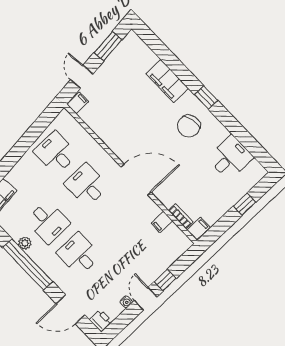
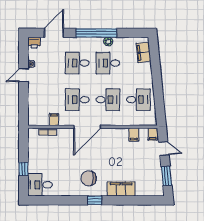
chair: (189, 126) -> (89, 178), turned -78
desk: (230, 158) -> (40, 185), moved, turned 90
desk: (117, 217) -> (77, 100), added
filing cabinet: (199, 229) -> (134, 135), moved
desk: (79, 254) -> (77, 63), turned 180
window: (165, 280) -> (24, 94), removed
door: (146, 299) -> (24, 75), swing flipped

